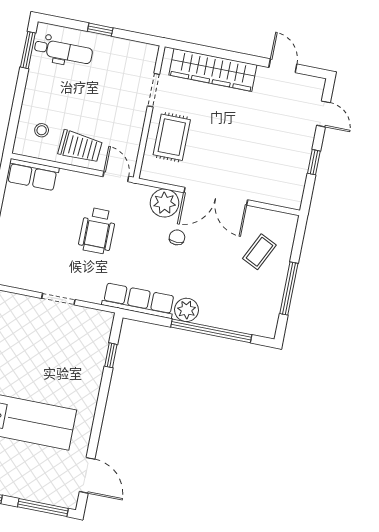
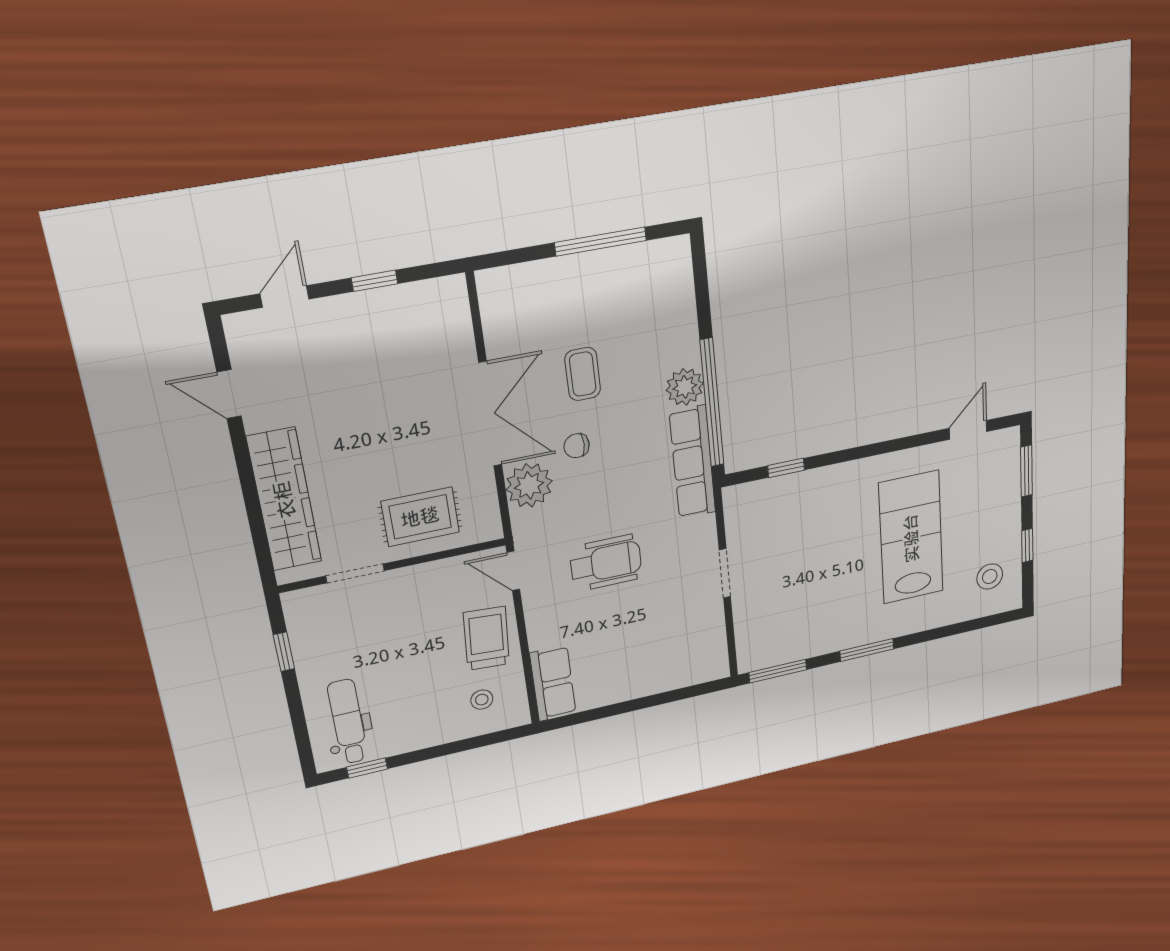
window: (100, 30) -> (284, 652), moved
window: (28, 50) -> (367, 768), width x0.67
door: (283, 66) -> (229, 394), hinge flipped
door: (116, 176) -> (513, 571), hinge flipped
coffee table: (259, 252) -> (583, 374), moved, turned 64
window: (211, 331) -> (712, 403), moved
door: (87, 475) -> (968, 430), width x0.73
window: (43, 508) -> (1026, 471), width x0.69

